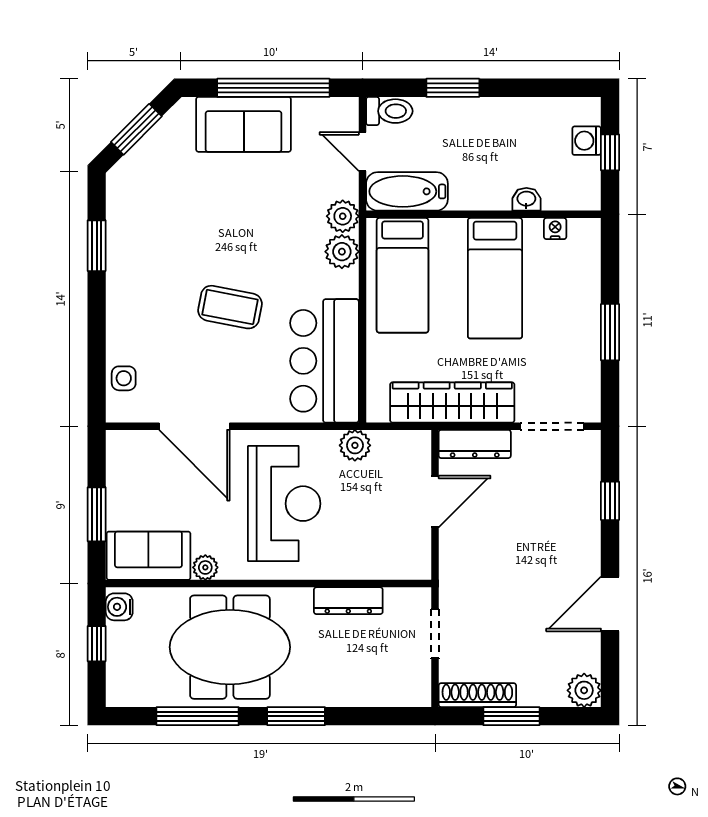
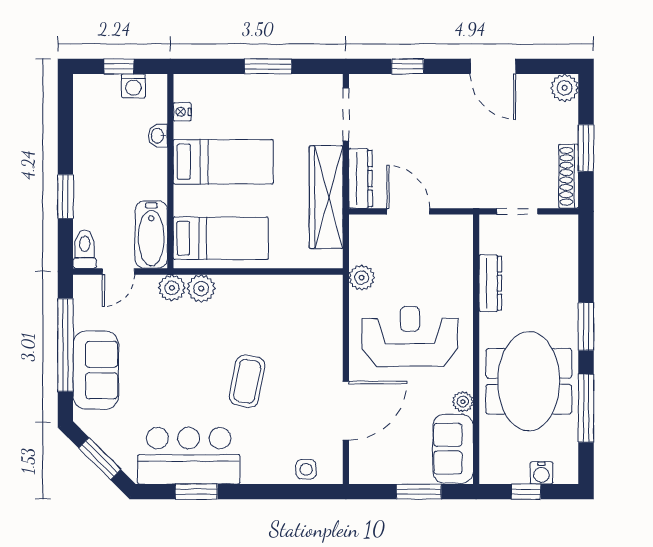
washing machine: (587, 141) -> (134, 86), moved
bar counter: (324, 361) -> (189, 456), moved, turned 180
water cooler: (119, 607) -> (541, 473), moved

